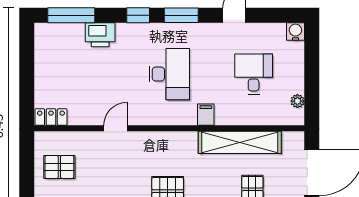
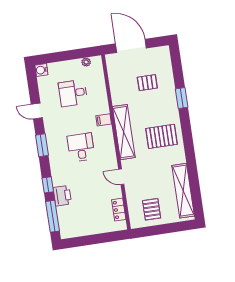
window: (138, 15) -> (48, 185), moved
desk: (169, 74) -> (81, 147), width x0.73
locker: (51, 117) -> (119, 210), moved
shelving: (240, 142) -> (124, 132), moved

